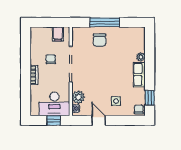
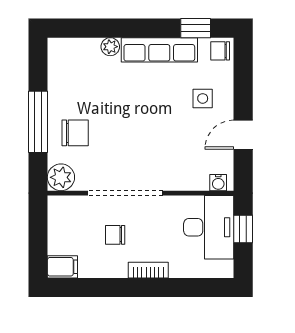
filing cabinet: (58, 34) -> (62, 267), moved
row of seats: (139, 74) -> (159, 50), width x1.48
plant: (78, 97) -> (61, 177), moved

